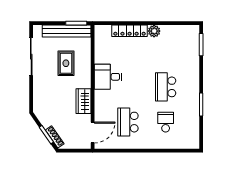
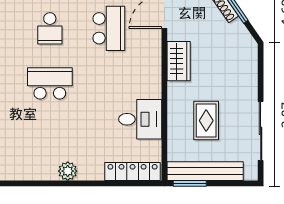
locker: (130, 31) -> (133, 171), moved
desk: (108, 77) -> (140, 119), moved
school desk: (166, 87) -> (50, 83), turned -90

